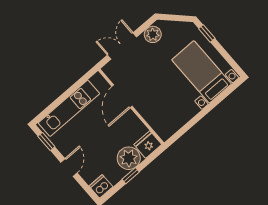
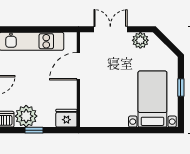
window: (207, 33) -> (181, 88), moved
plant: (129, 158) -> (26, 116), moved

